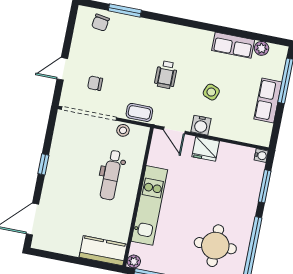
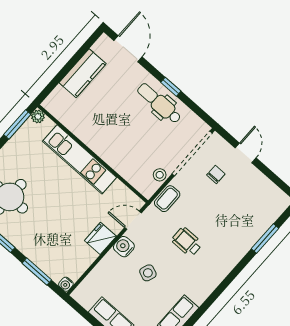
chair: (100, 23) -> (267, 211), removed
dental chair: (111, 175) -> (159, 103), moved
kitchen counter: (103, 251) -> (83, 73), moved

